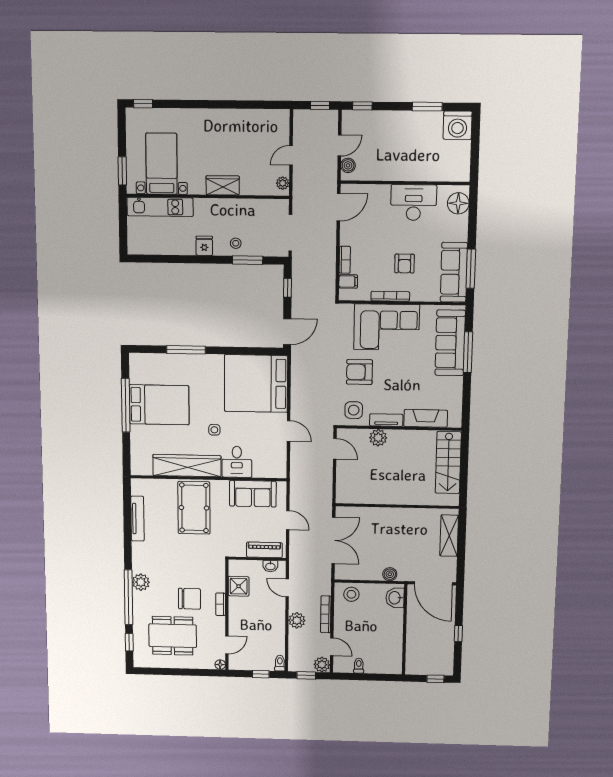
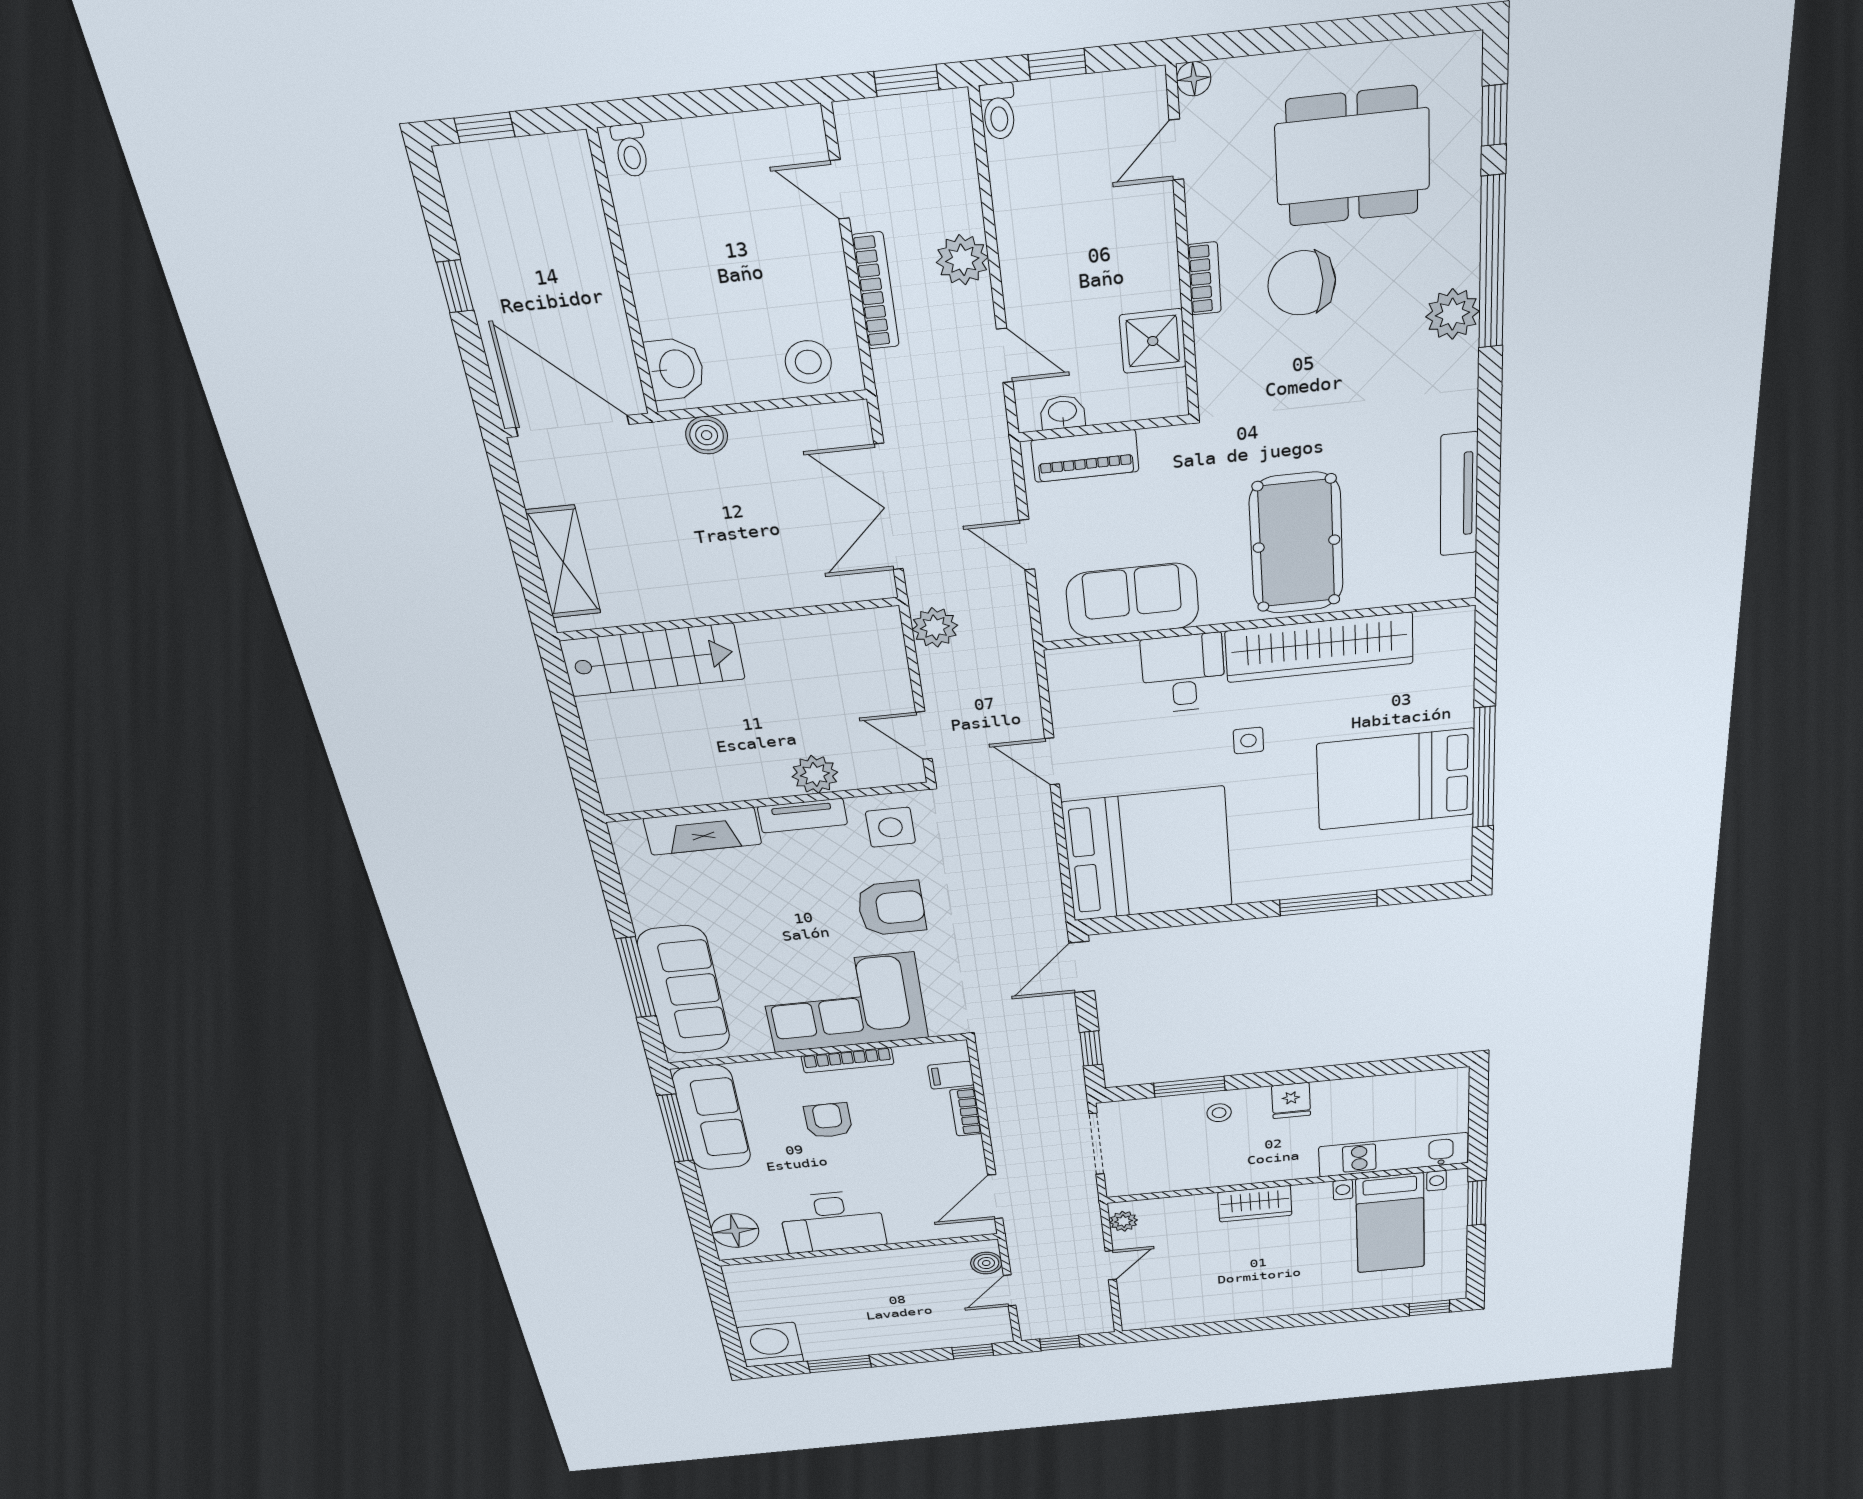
stairs: (448, 463) -> (653, 660), moved, turned 90
plant: (322, 665) -> (935, 627), moved
toilet: (359, 666) -> (631, 150), moved

